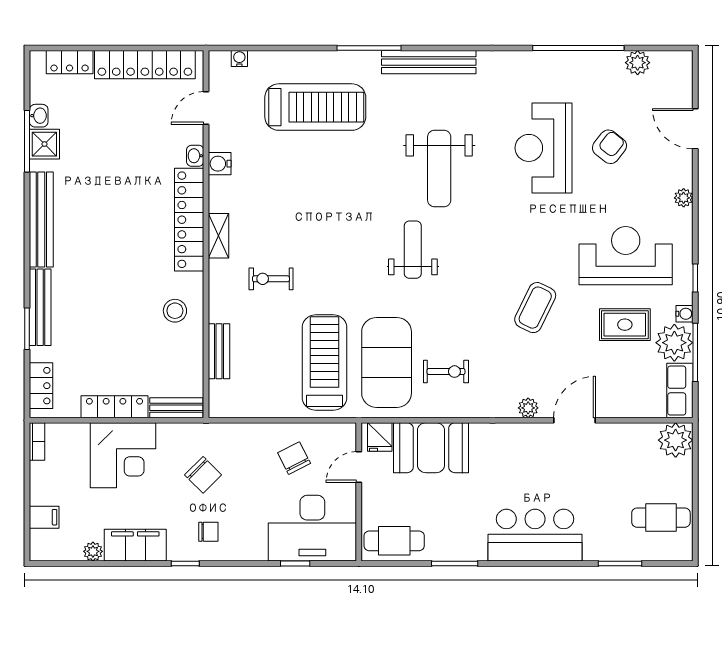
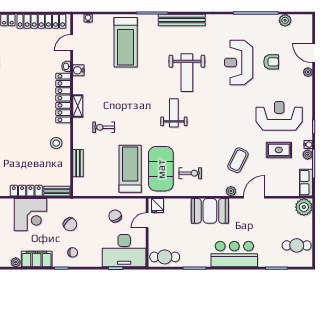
treadmill: (315, 107) -> (126, 42), turned 90
armchair: (609, 147) -> (271, 62), turned 52
plant: (684, 198) -> (308, 72), moved
coffee table: (535, 308) -> (238, 160), moved
plant: (674, 343) -> (308, 155), width x0.53, depth x0.53
booth: (431, 448) -> (210, 211), moved

